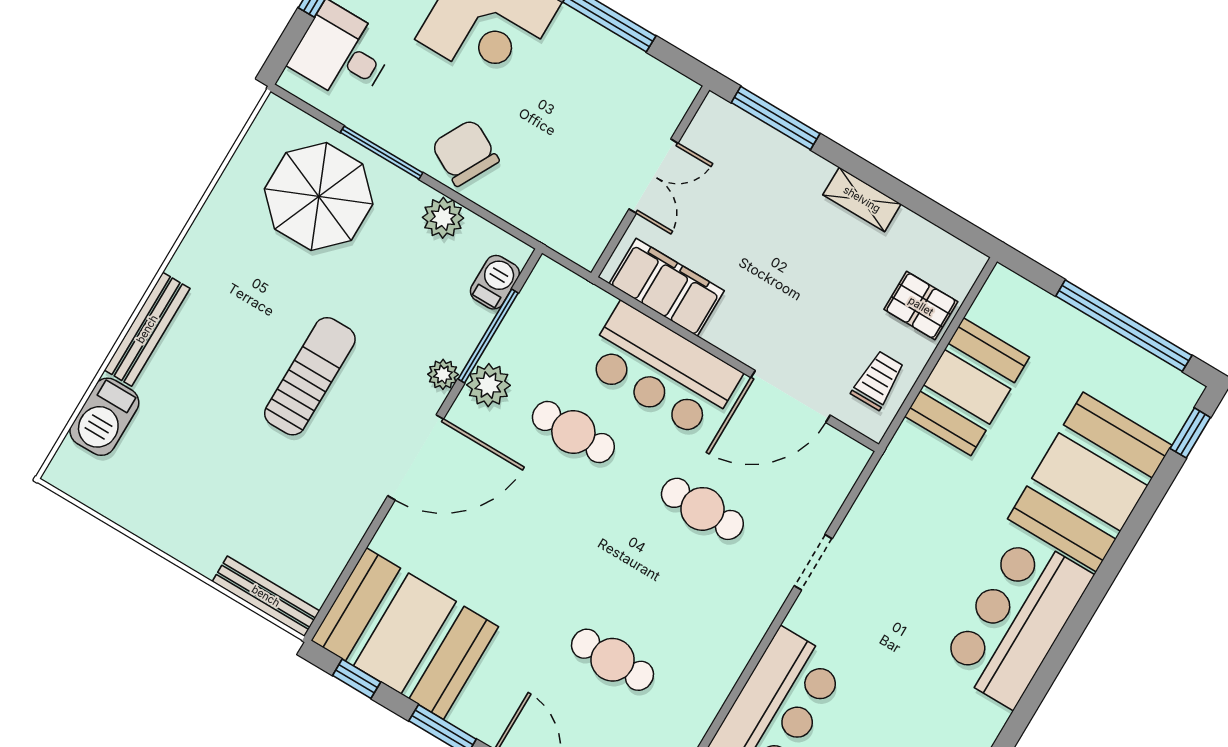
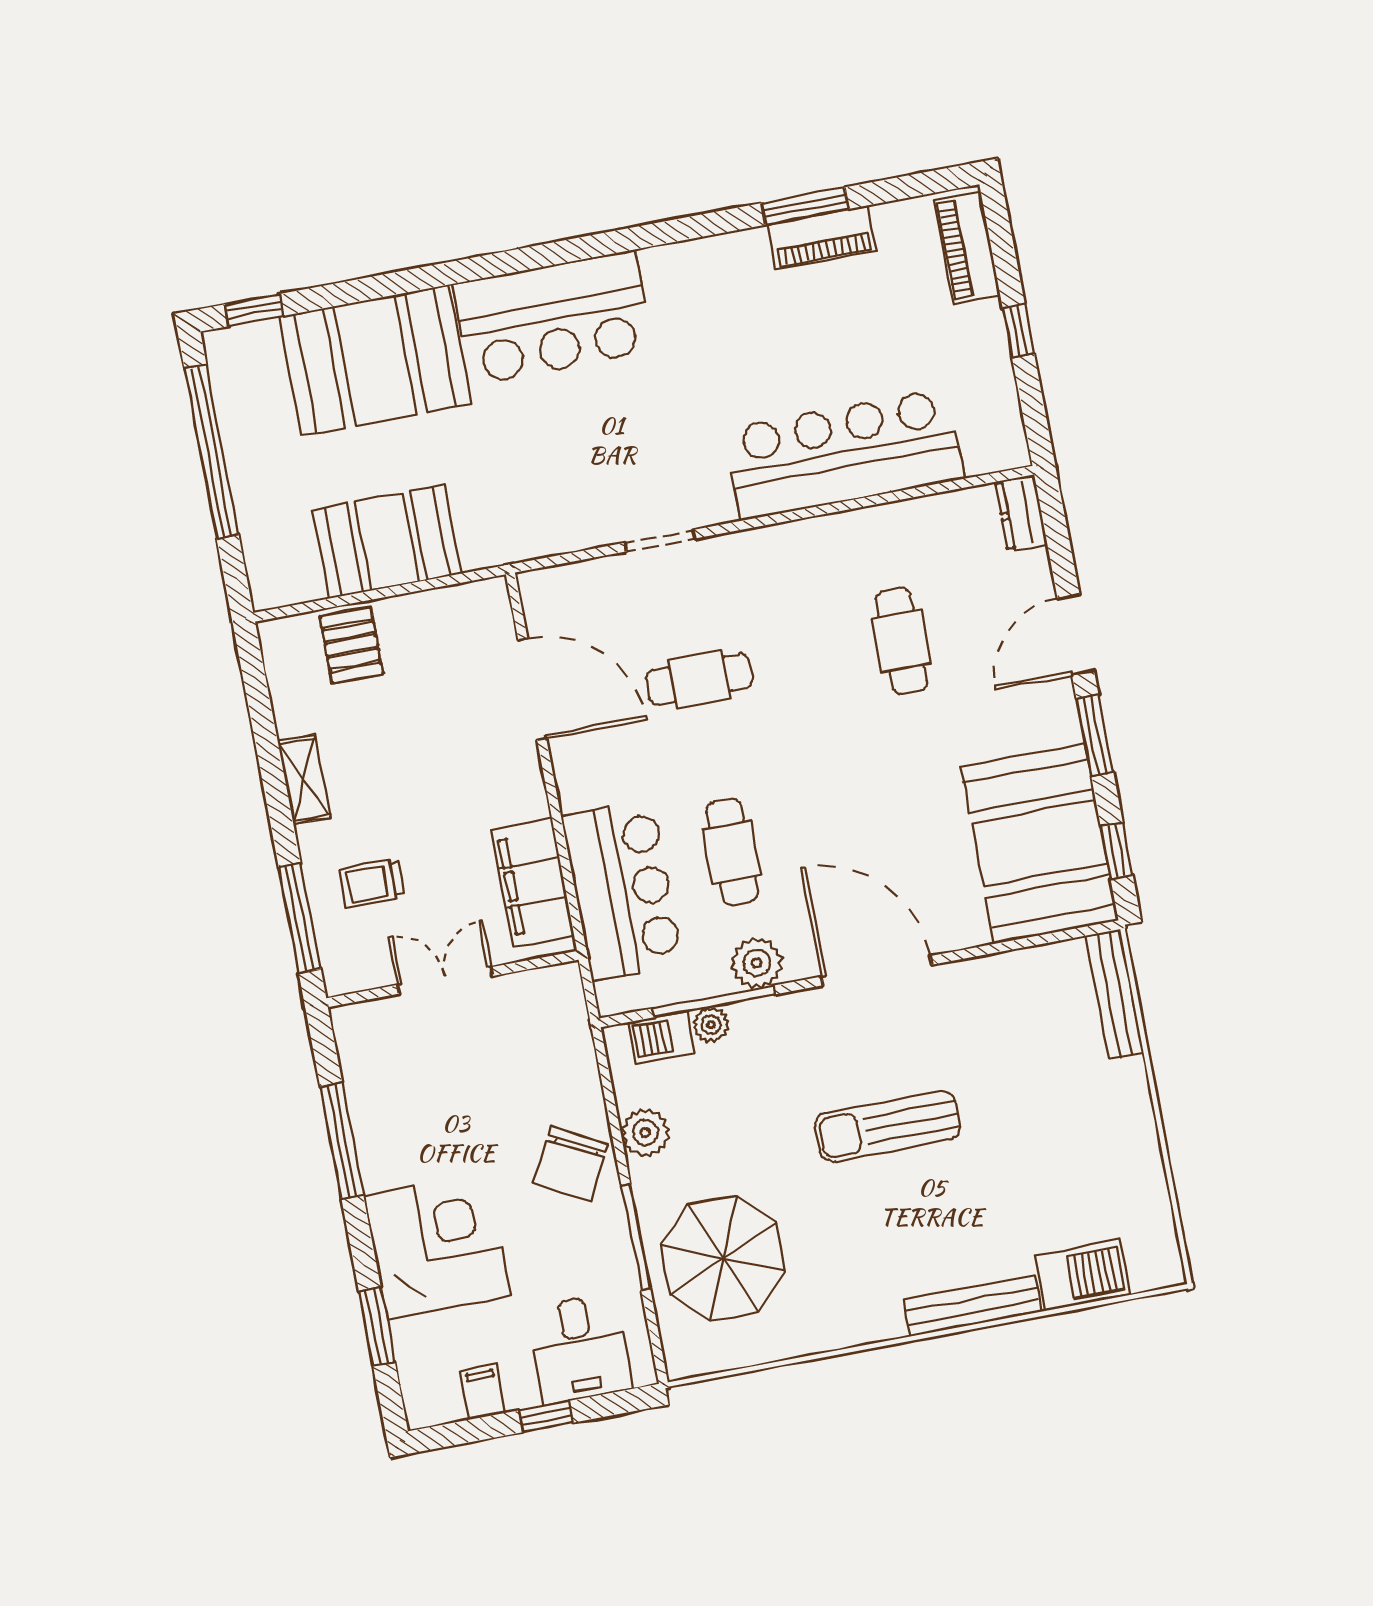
bar counter: (662, 371) -> (622, 890), moved
plant: (443, 374) -> (711, 1025), moved
trolley: (878, 380) -> (372, 883), moved
cafe table: (702, 509) -> (699, 679), turned 90

